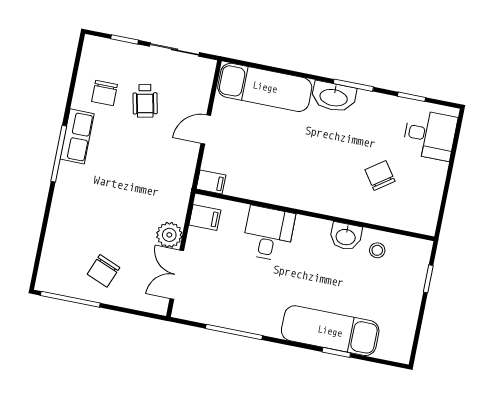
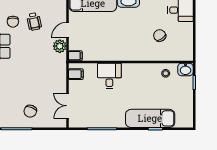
plant: (169, 235) -> (60, 46), moved
washbasin: (346, 236) -> (185, 69), moved

